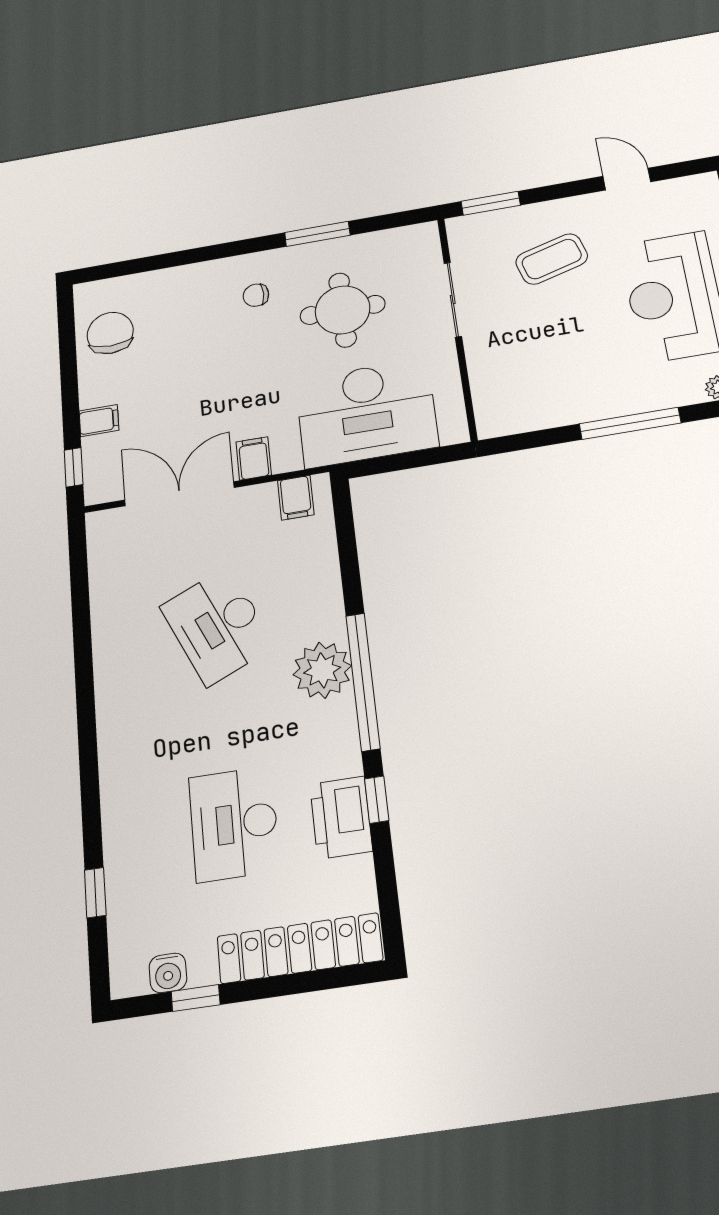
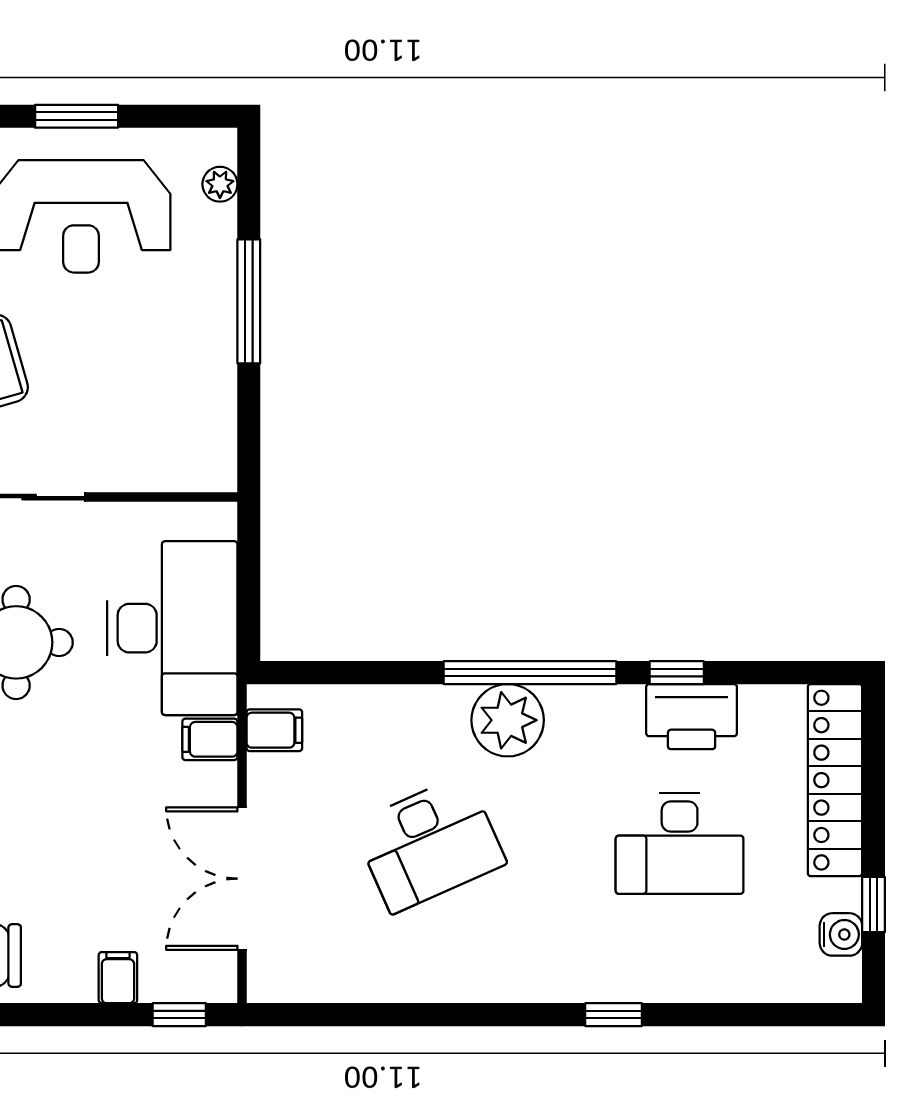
filing cabinet: (254, 458) -> (210, 739), moved
window: (95, 893) -> (614, 1015), moved

